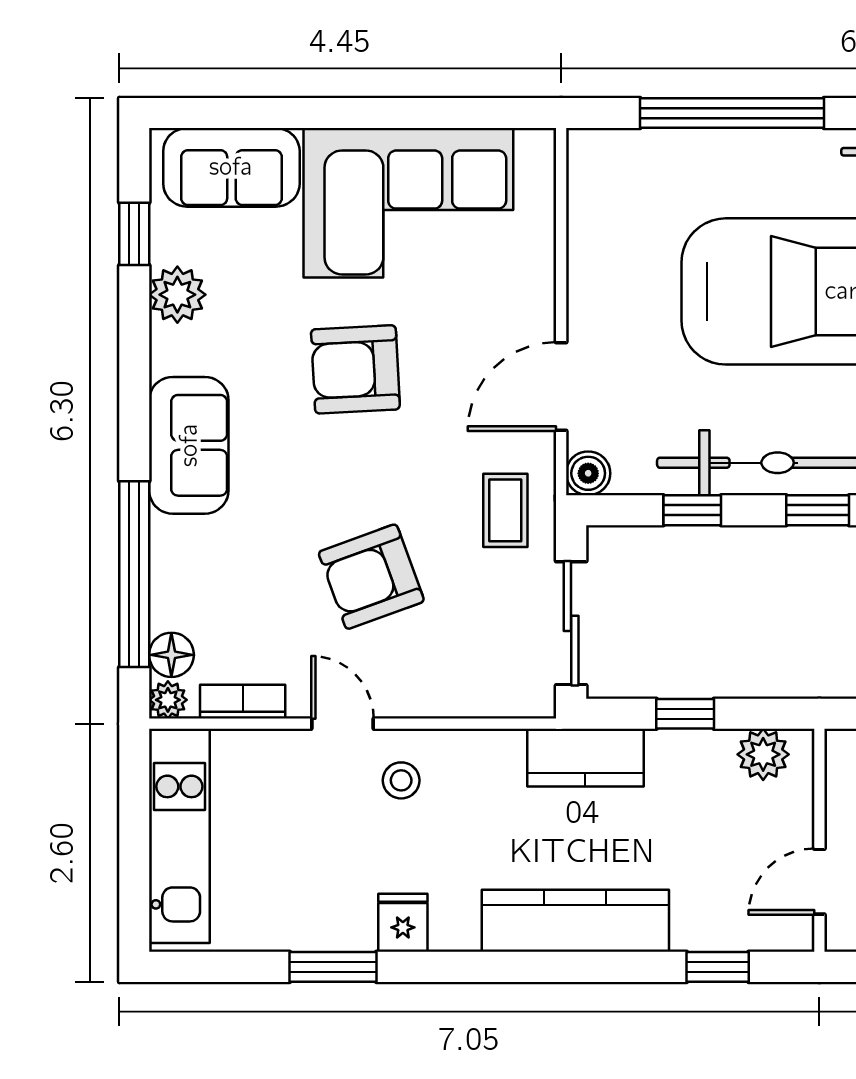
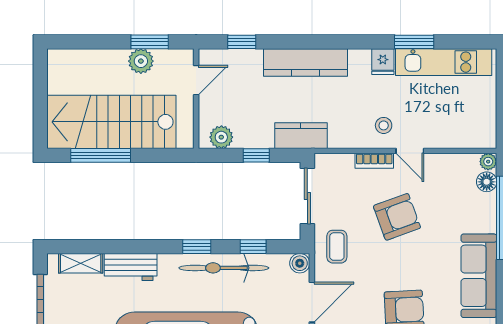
sofa: (189, 445) -> (479, 276), width x1.36
bookcase: (243, 702) -> (374, 161), moved
kitchen unit: (179, 836) -> (444, 62), moved, turned -90

